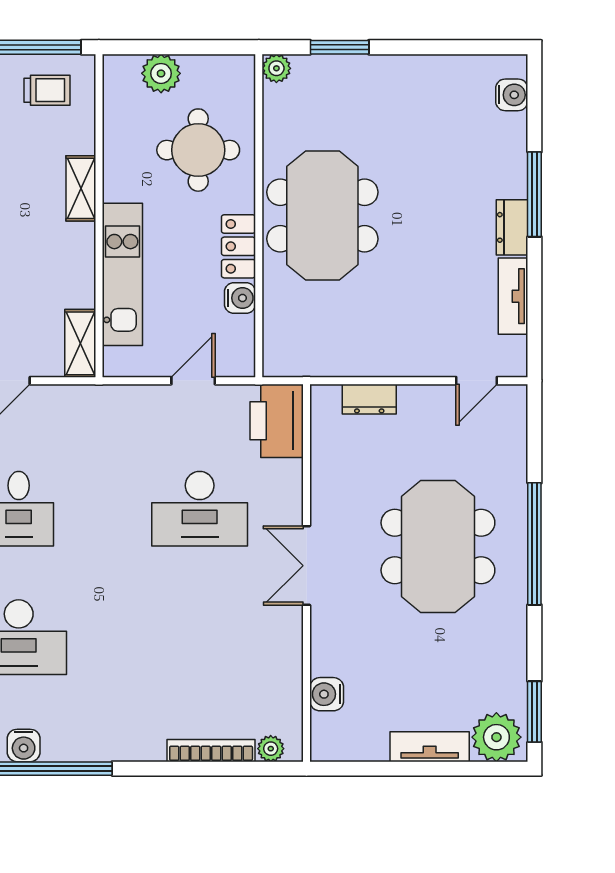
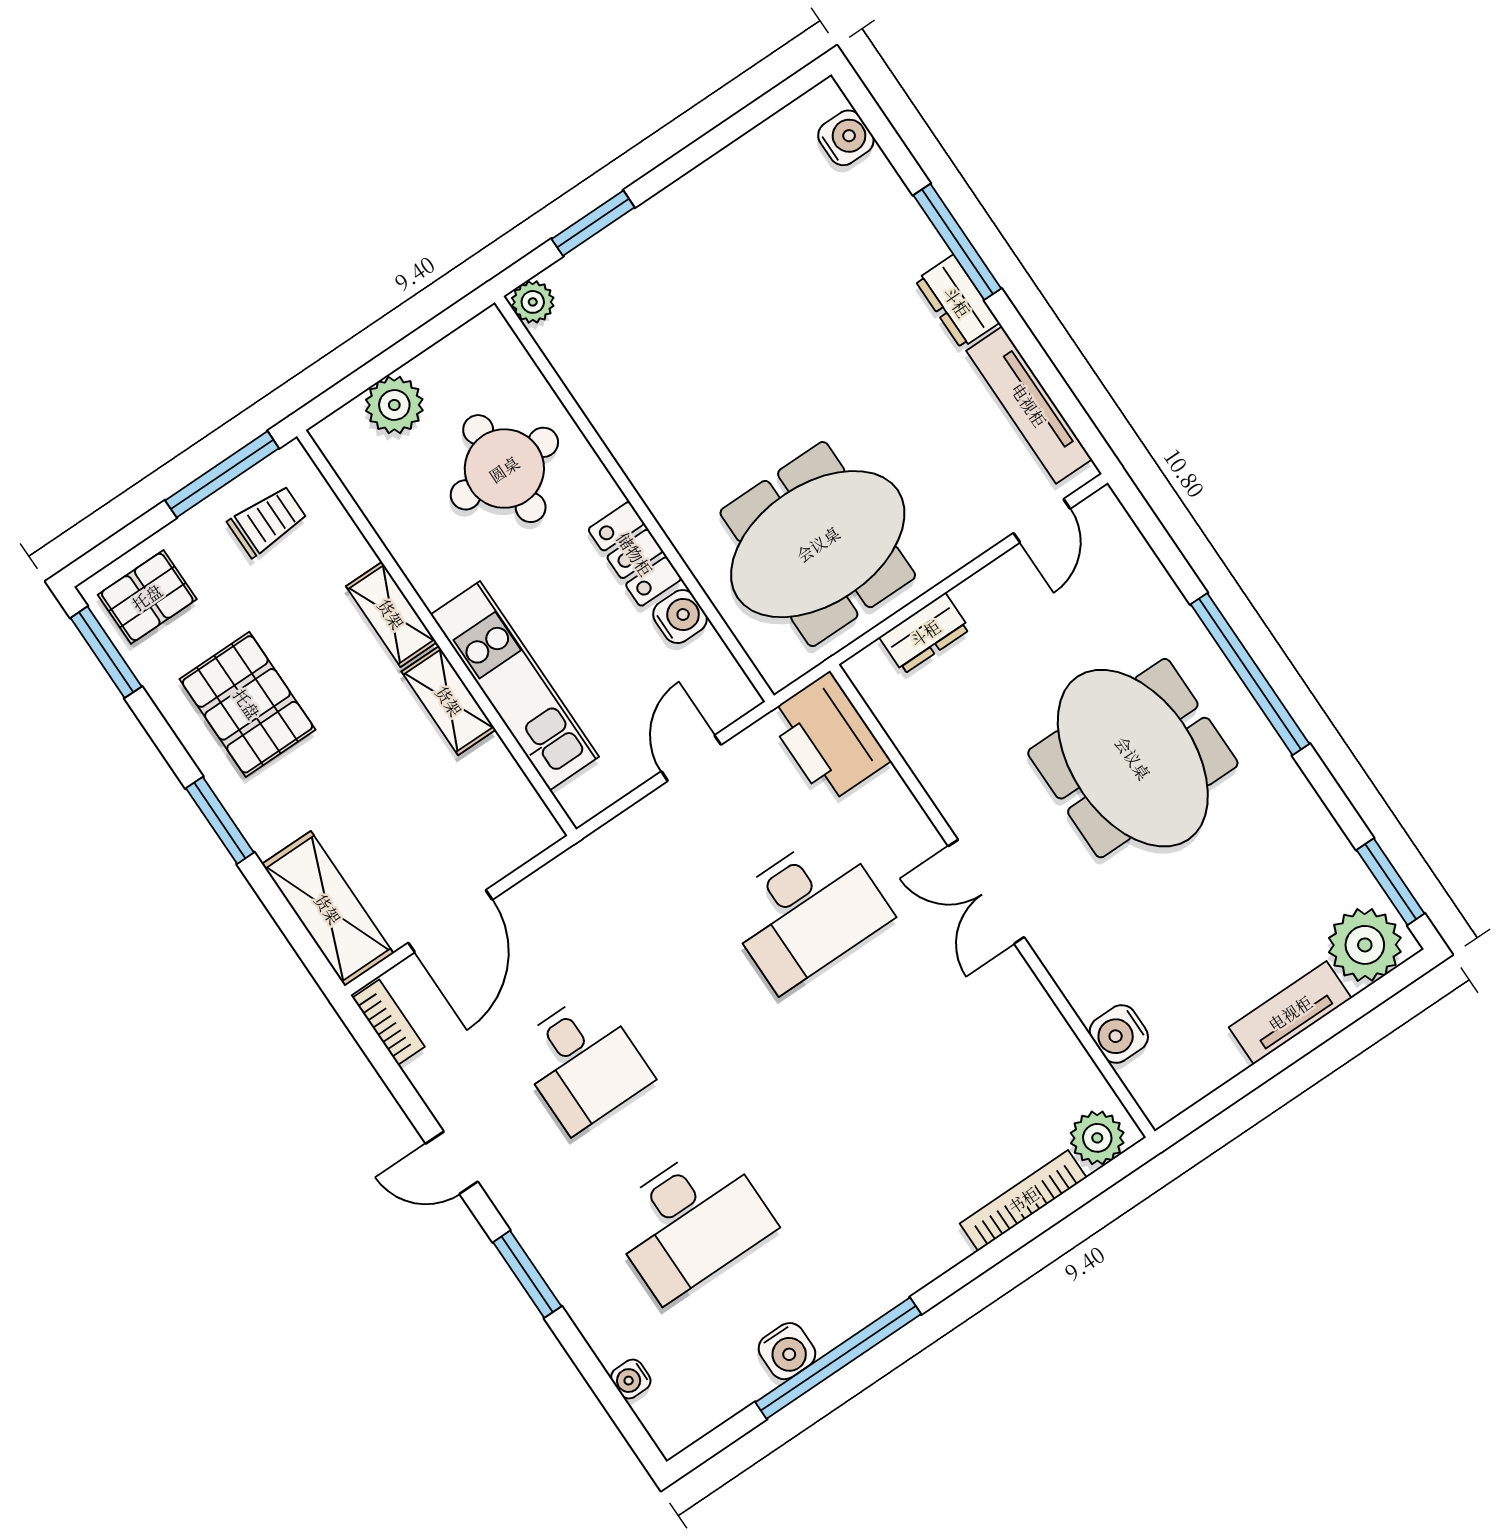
meeting table: (322, 216) -> (818, 544), moved, turned 90
tv unit: (513, 296) -> (1029, 405), width x1.41
shelving: (80, 343) -> (449, 701), moved
plant: (271, 749) -> (1097, 1138), width x1.38, depth x1.38

